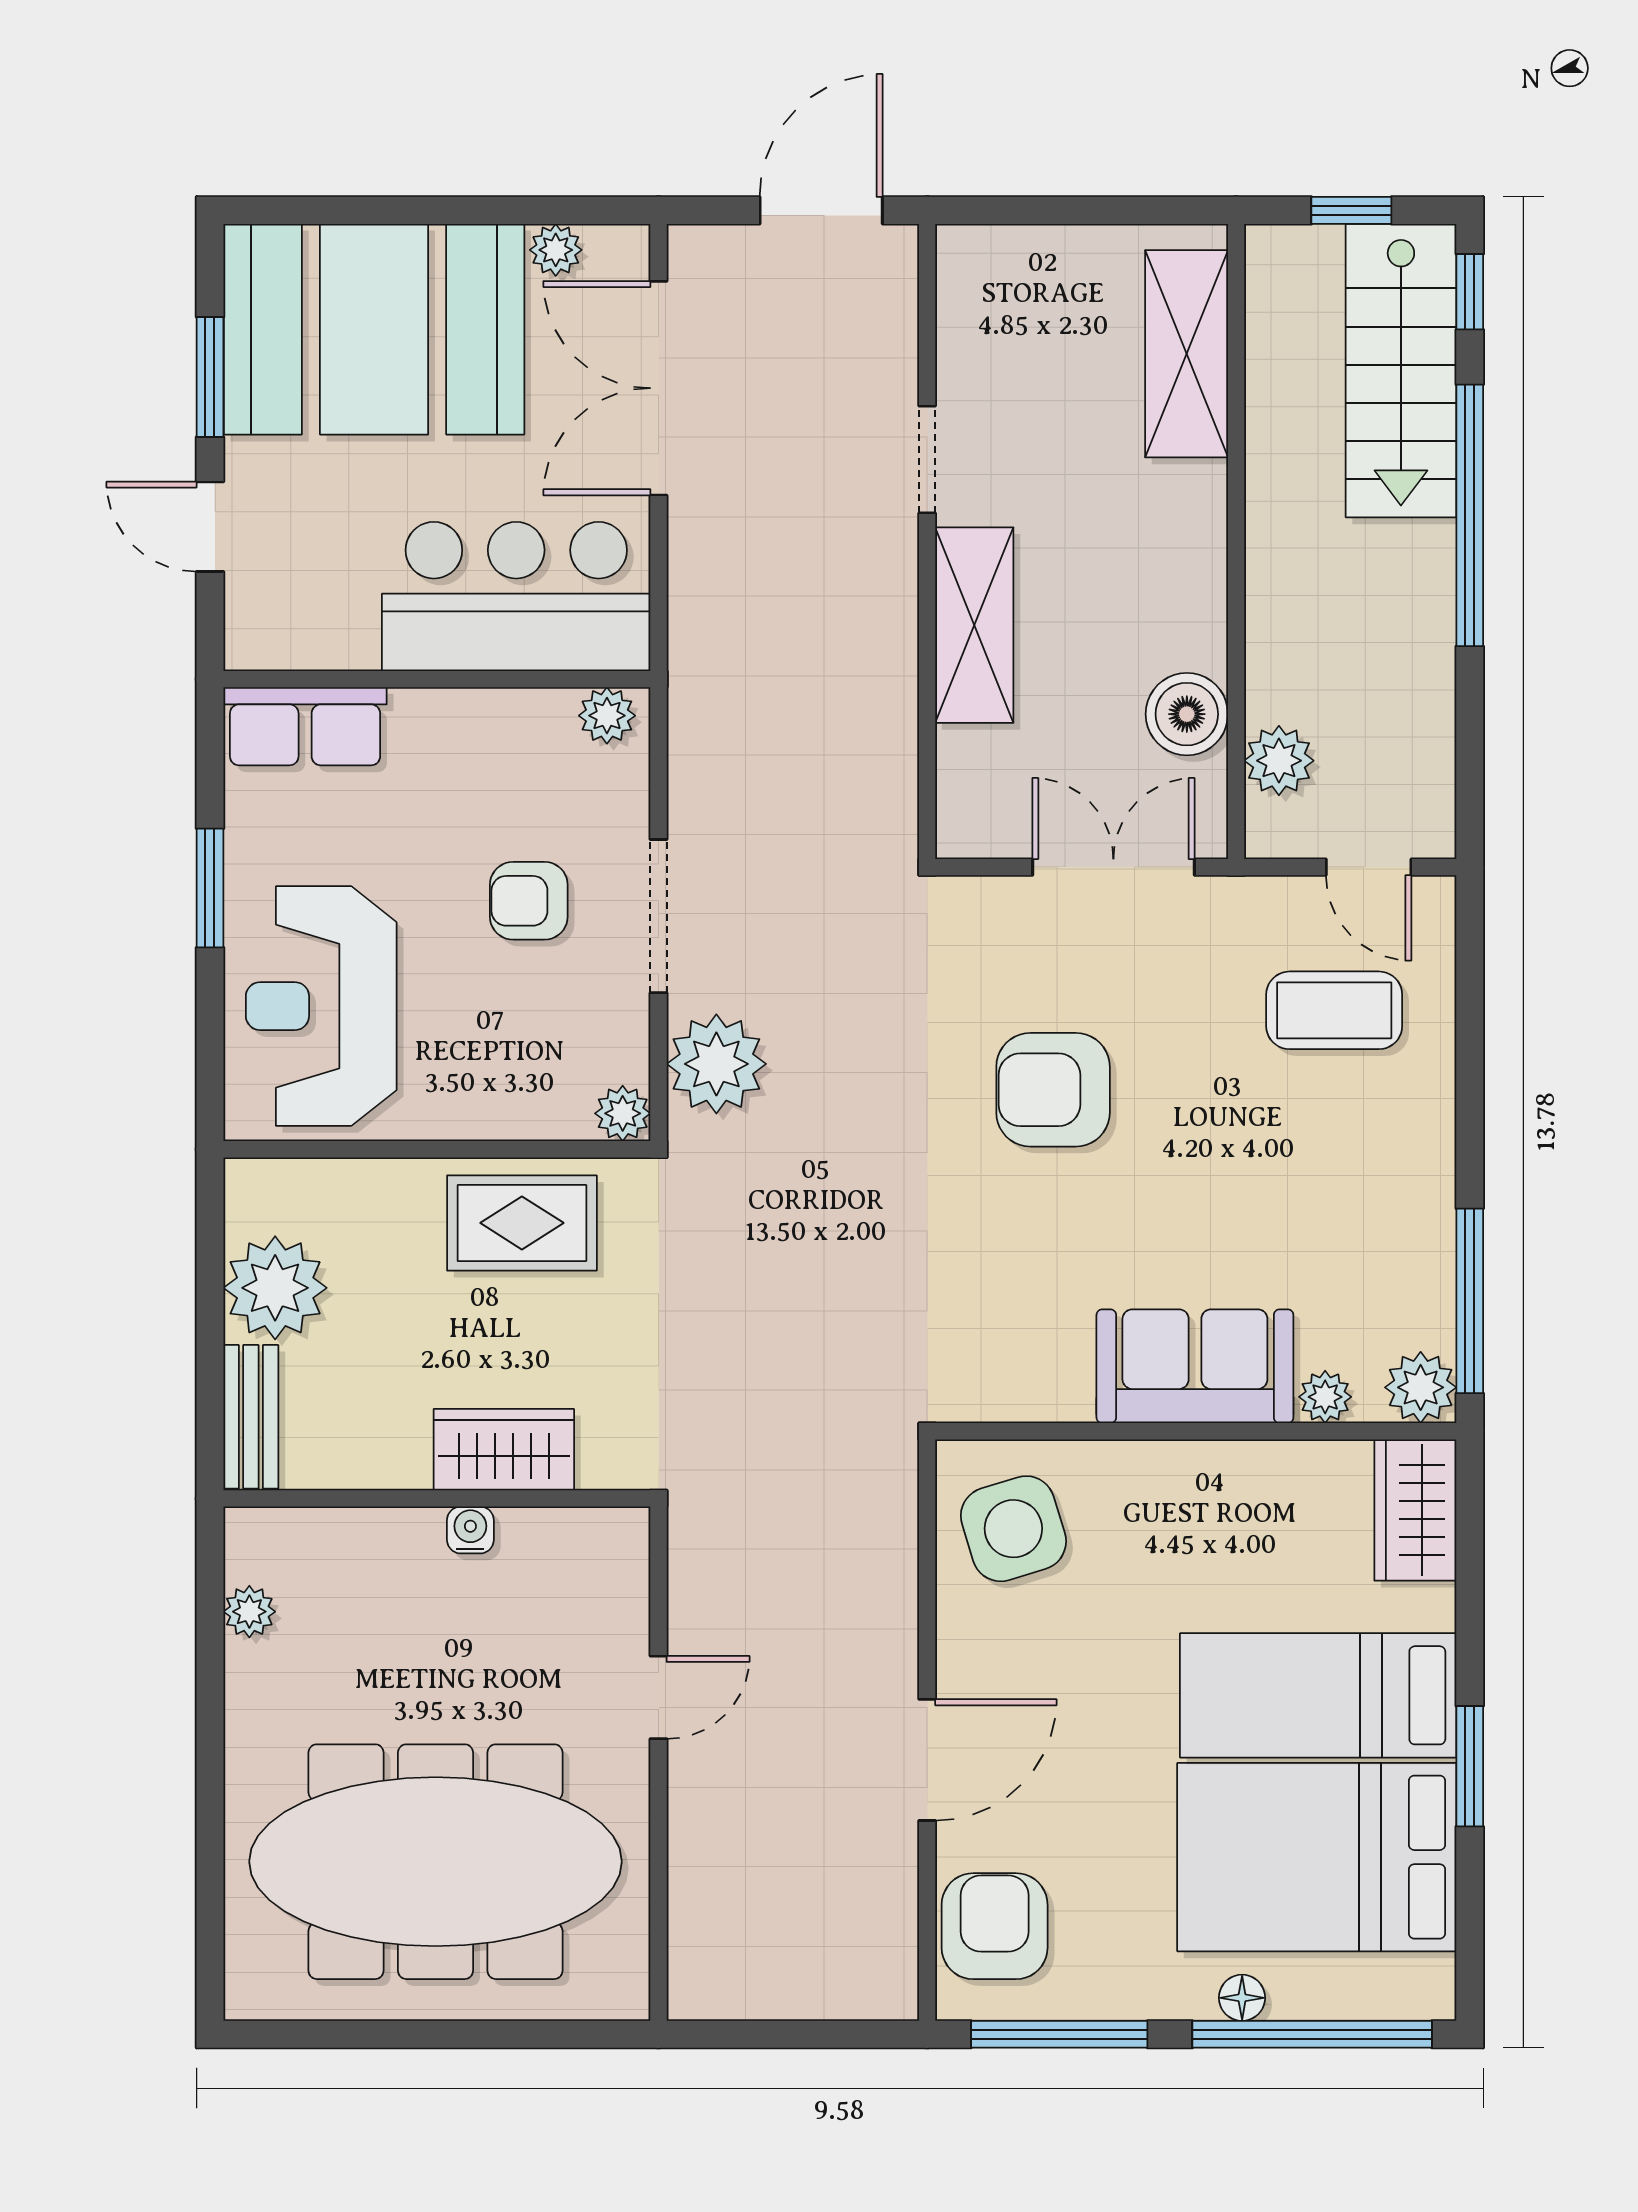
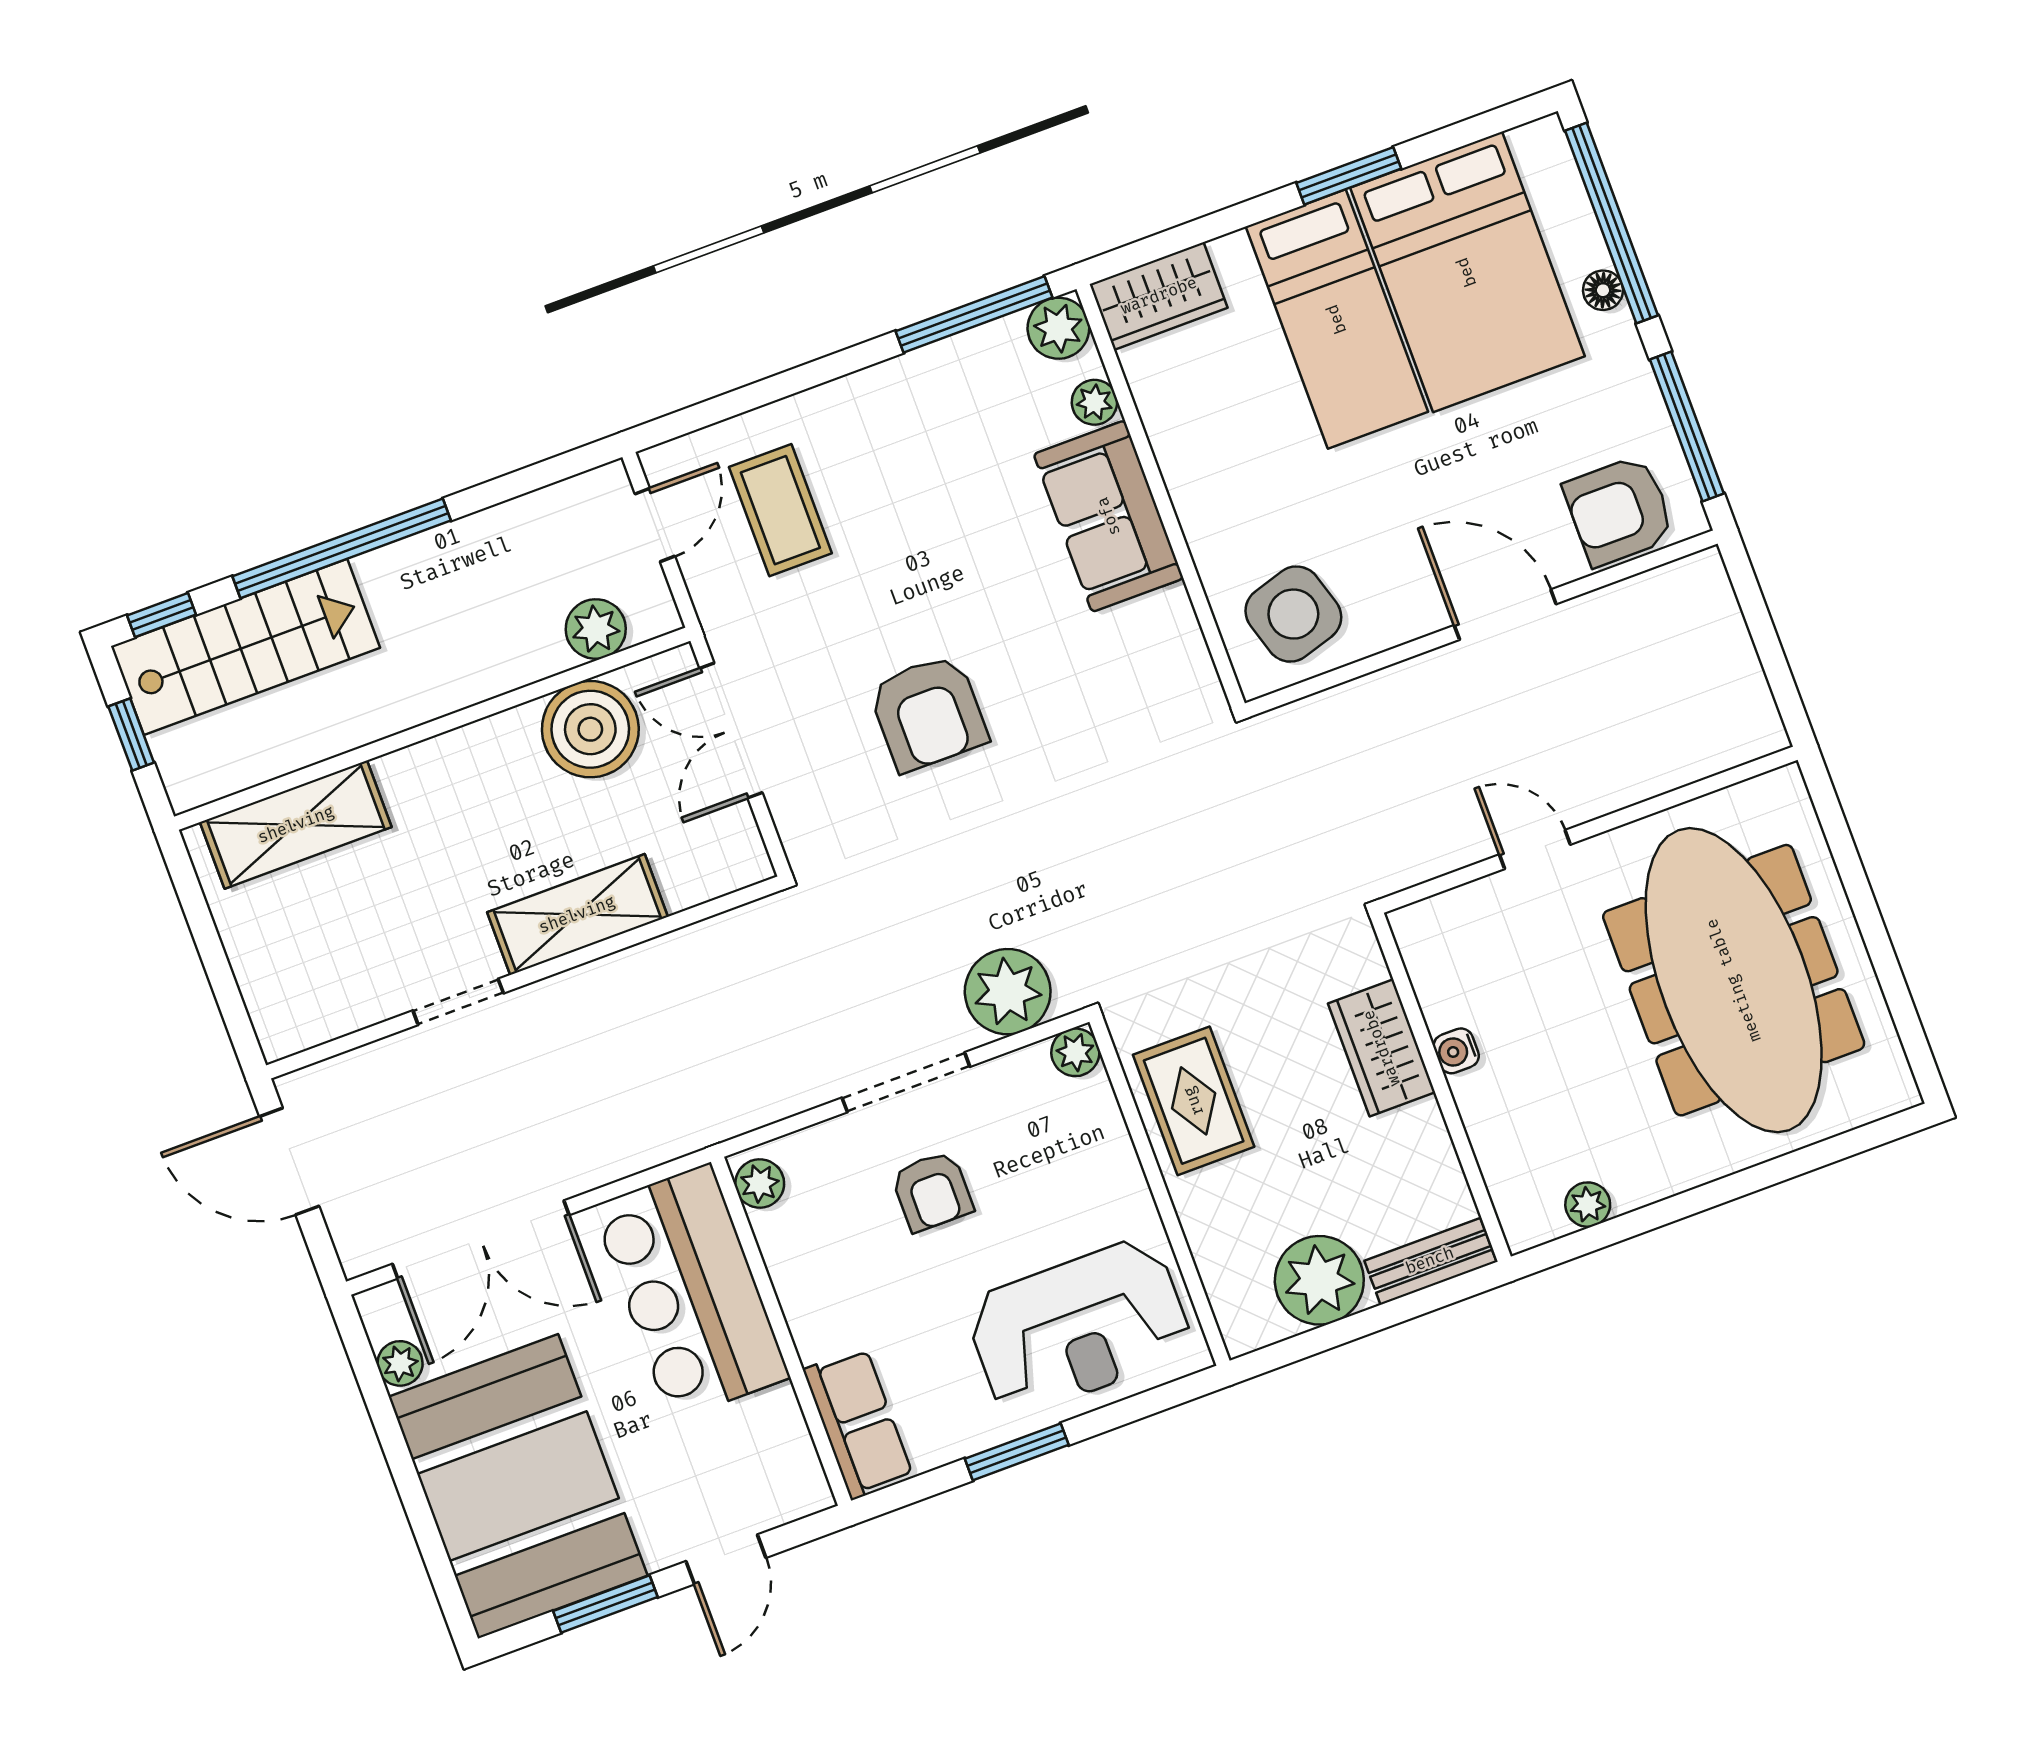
boiler: (1187, 714) -> (590, 729), width x1.37, depth x1.37

